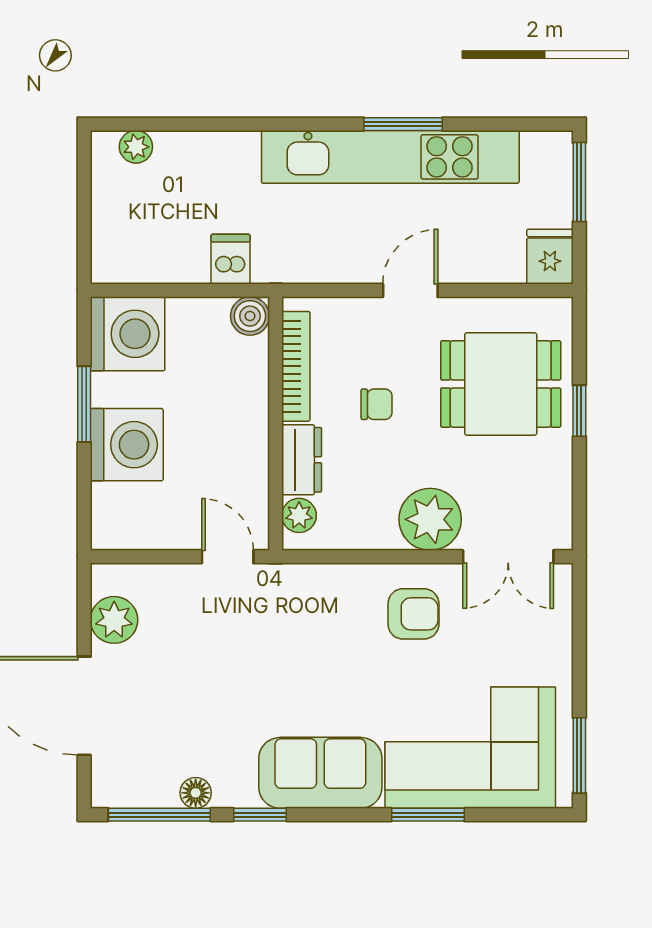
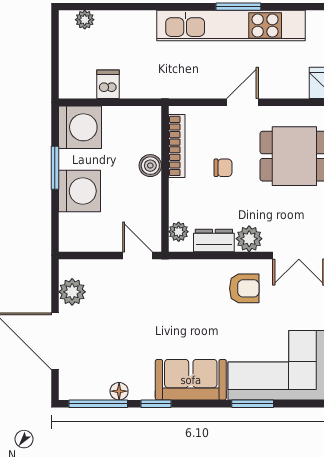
dishwasher: (231, 259) -> (108, 84), moved
boiler: (250, 316) -> (150, 166), moved
dresser: (302, 460) -> (214, 240), moved, turned -90
plant: (430, 519) -> (249, 239), width x0.73, depth x0.73

